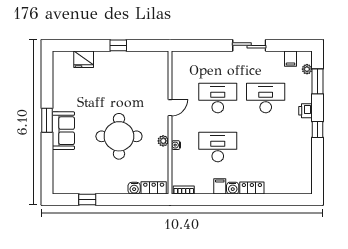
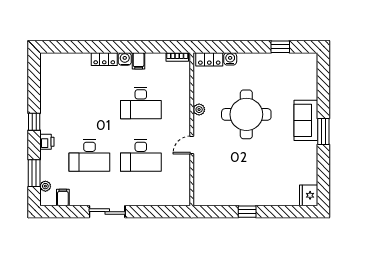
fridge: (84, 59) -> (309, 195), moved, turned -90
water cooler: (176, 145) -> (185, 105), removed

